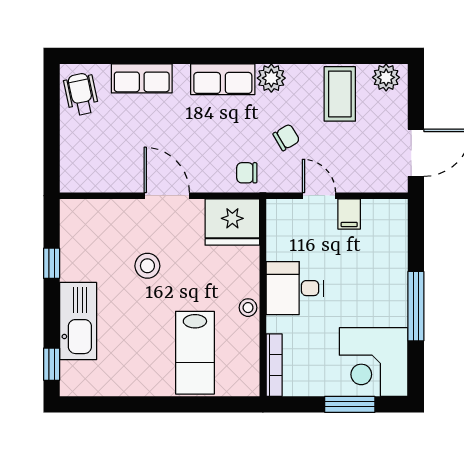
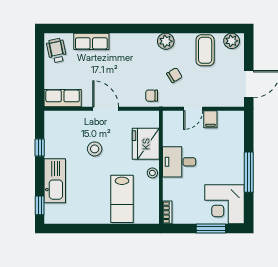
row of seats: (223, 79) -> (63, 98), moved, turned 180
door: (319, 196) -> (193, 109), swing flipped
fridge: (232, 222) -> (146, 144), moved, turned 90
bookcase: (274, 365) -> (167, 212), width x0.64

